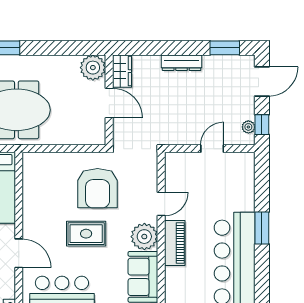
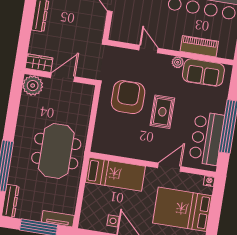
armchair: (98, 188) -> (128, 97), turned -90
plant: (144, 237) -> (178, 62), width x0.53, depth x0.53
piano: (175, 243) -> (199, 46), moved

